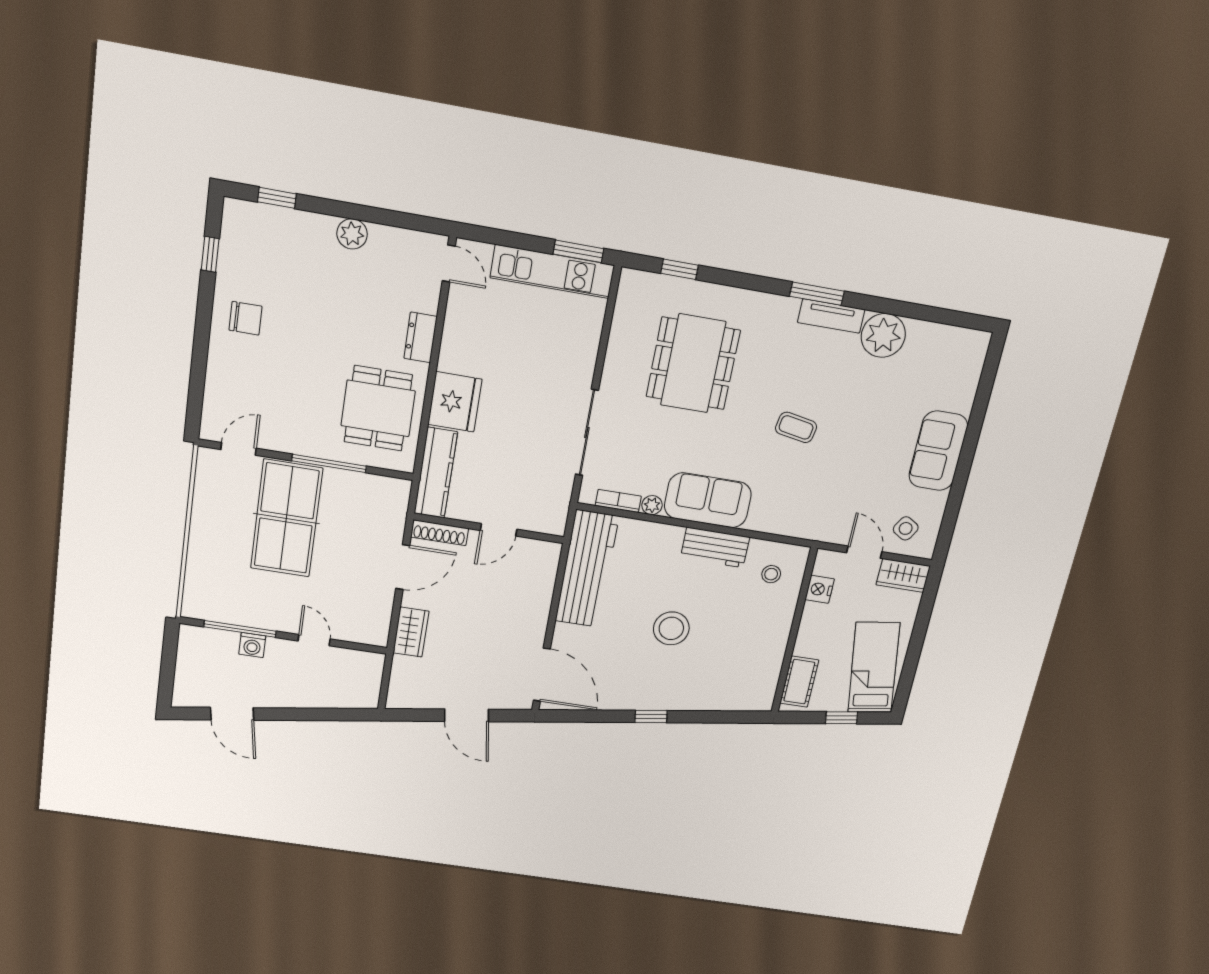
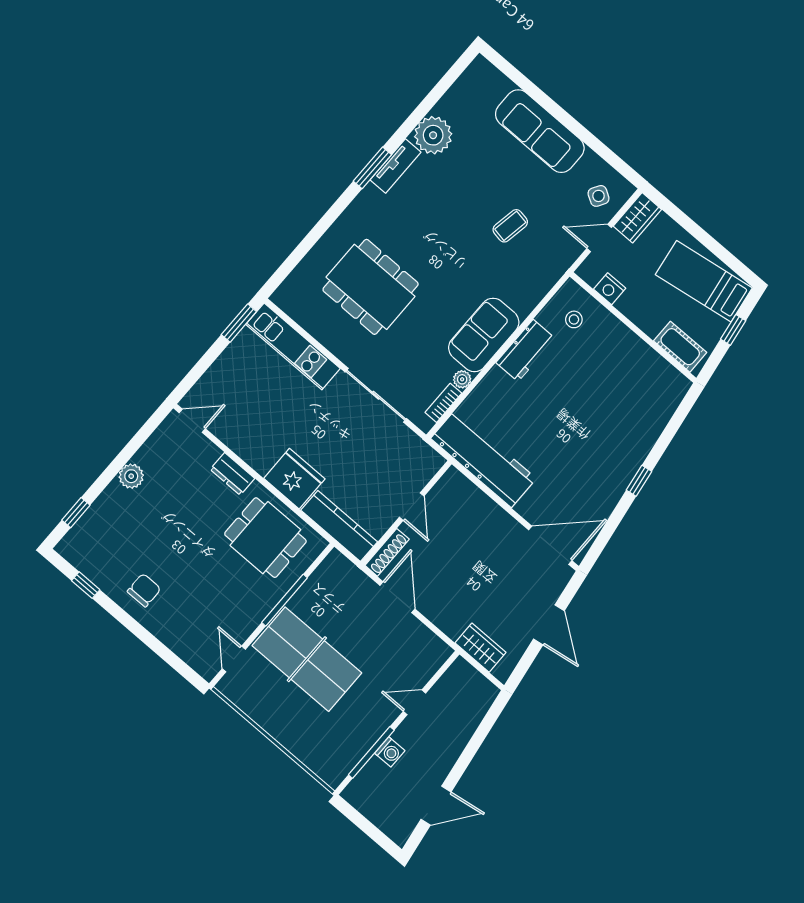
window: (679, 269) -> (295, 258), removed
kitchen unit: (552, 272) -> (293, 346), moved, turned 90
coffee table: (796, 427) -> (510, 226), moved
sofa: (938, 451) -> (540, 131), width x1.36
stool: (671, 628) -> (573, 422), removed
wardrobe: (411, 632) -> (481, 648), moved
door: (467, 715) -> (549, 625), hinge flipped

